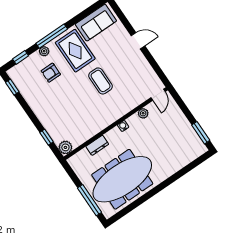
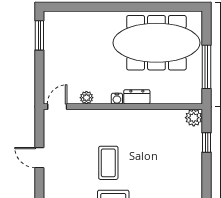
door: (138, 41) -> (39, 158), moved
dresser: (97, 145) -> (137, 97), moved
window: (89, 200) -> (206, 67), moved

